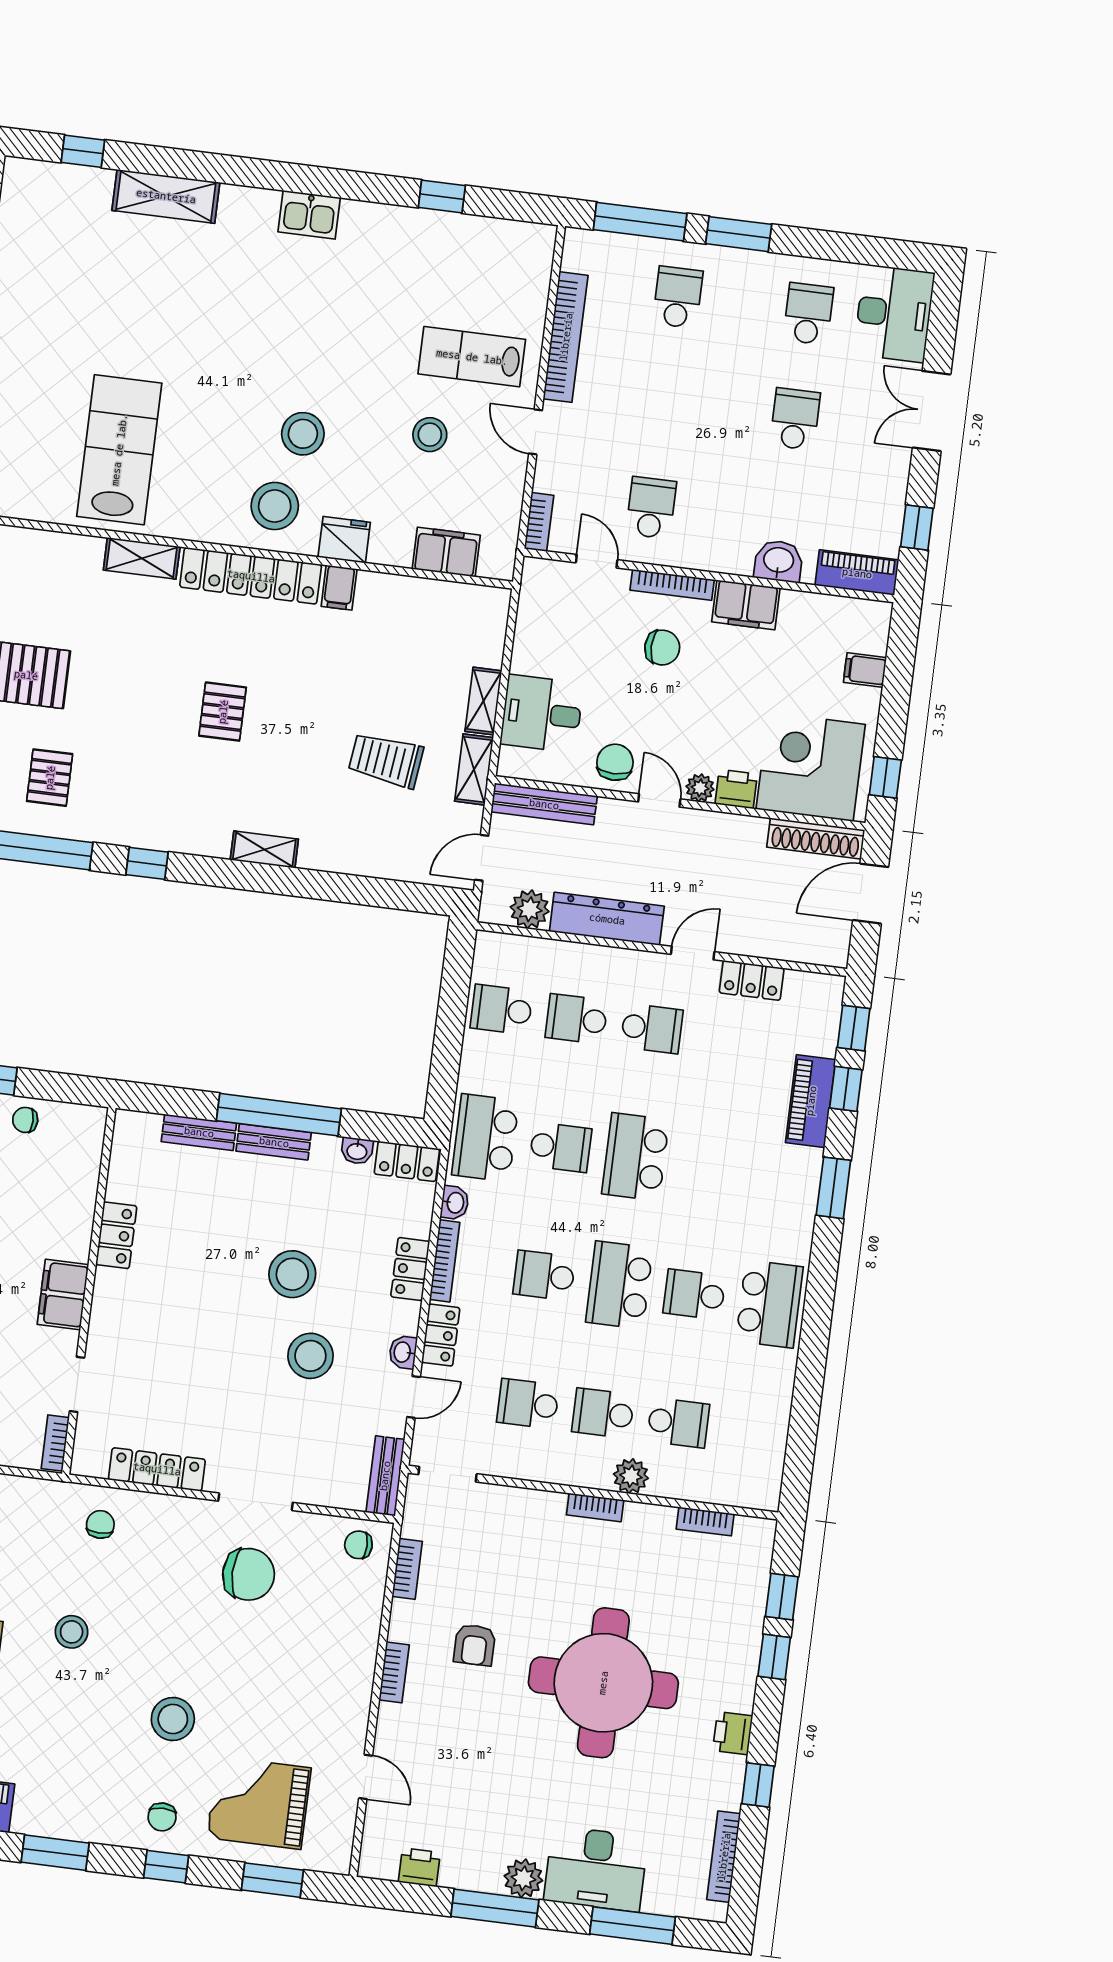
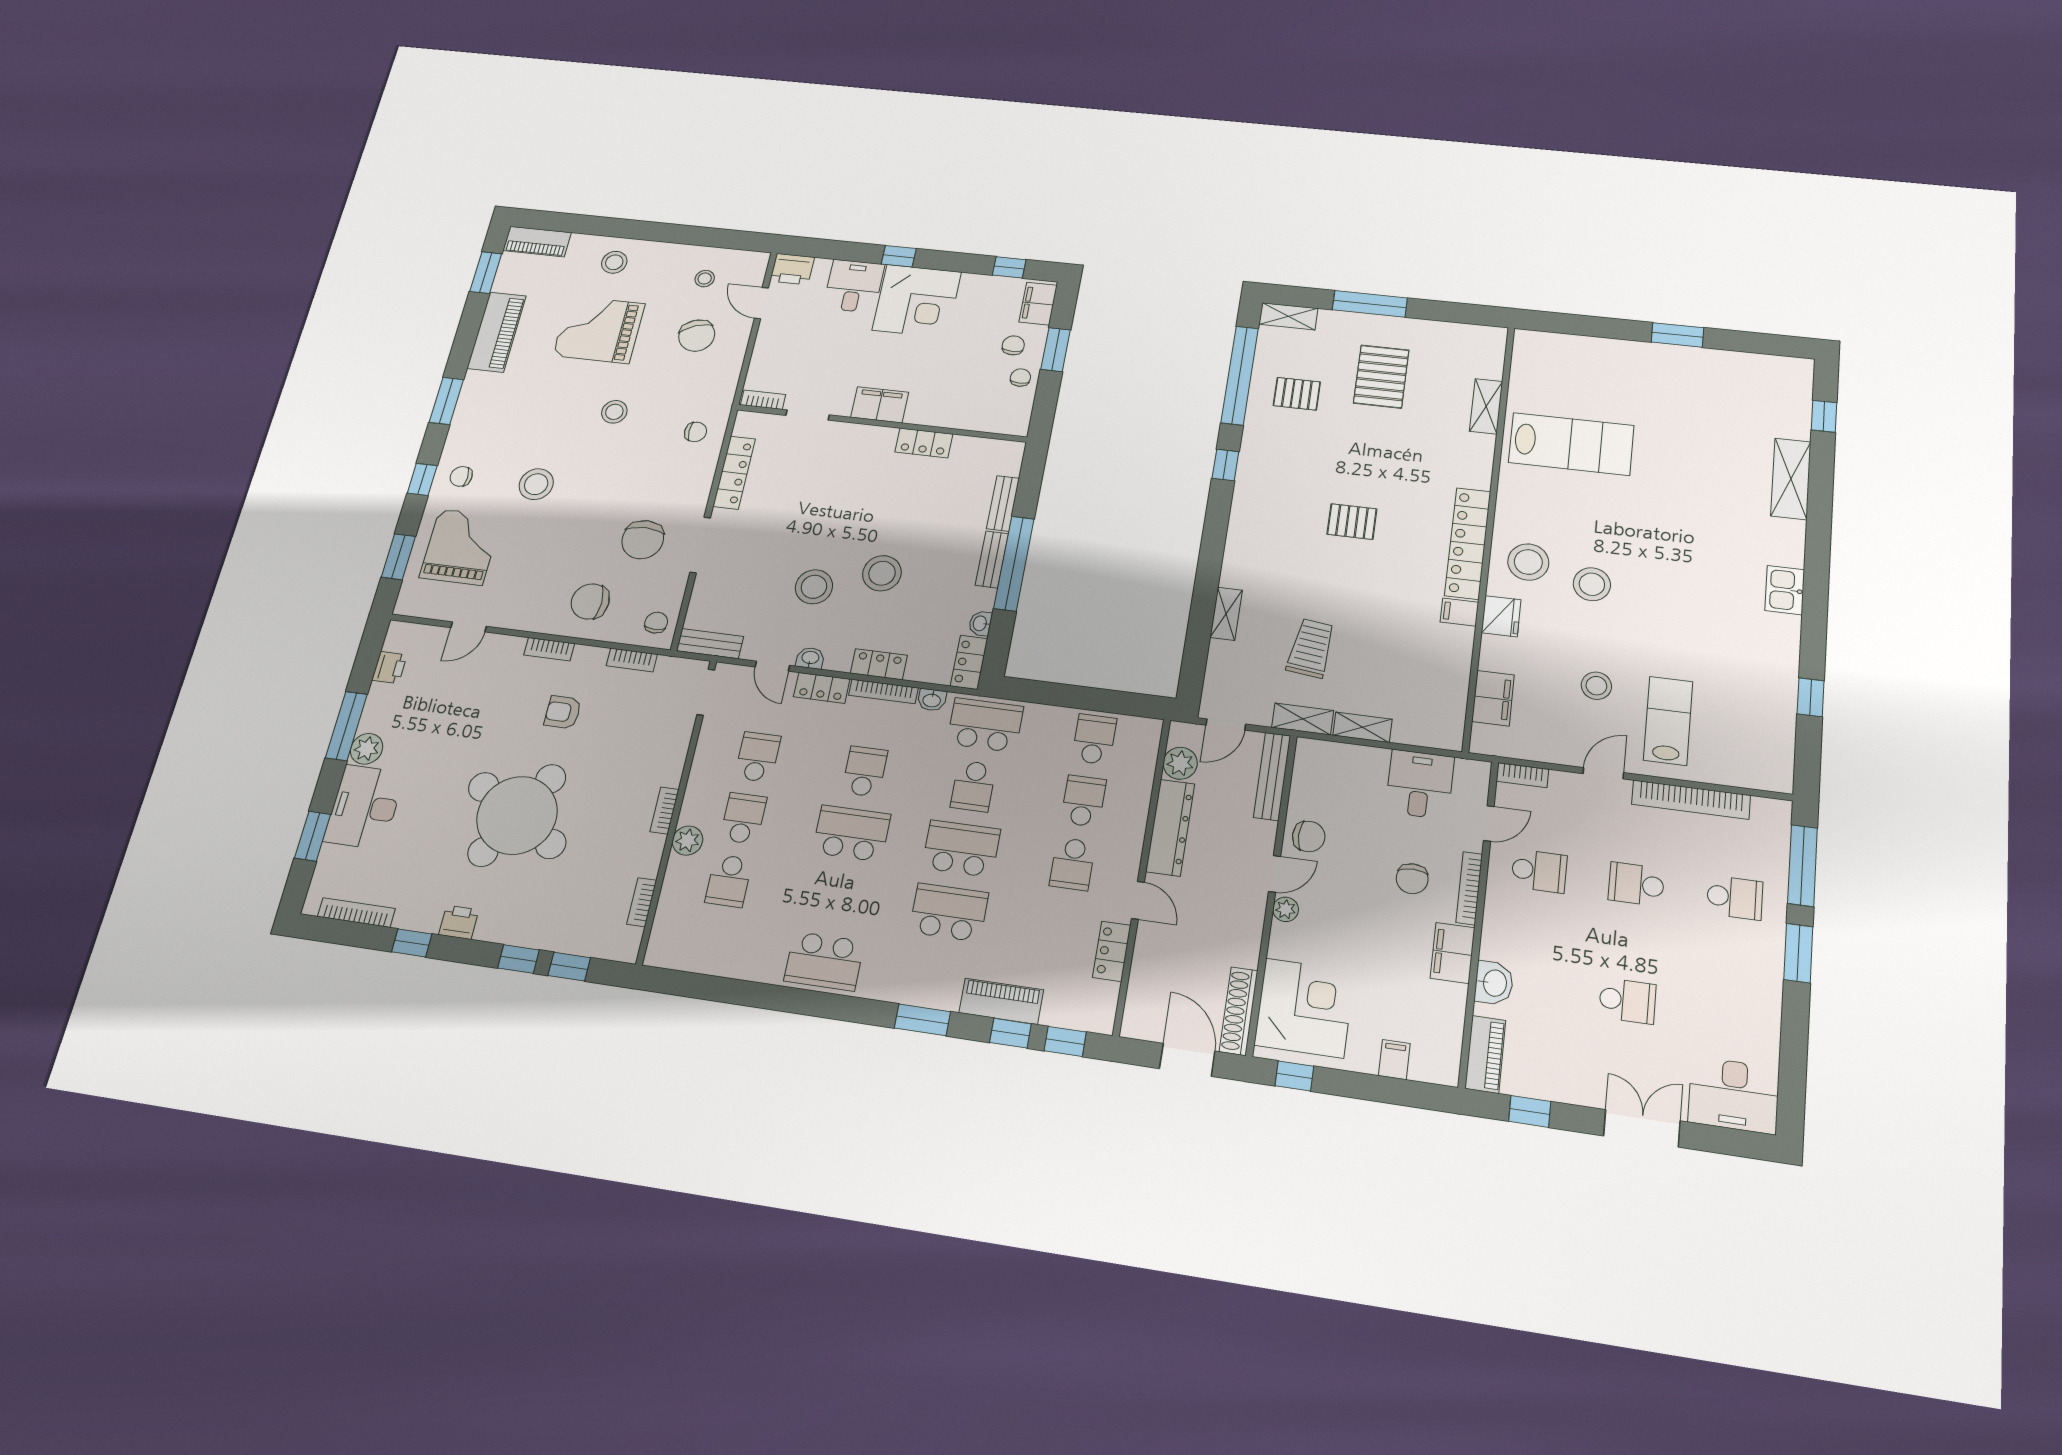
school desk: (808, 314) -> (1636, 884), moved, turned 180
shelving: (142, 558) -> (1486, 406), moved
desk: (542, 714) -> (1420, 784), moved
printer: (736, 789) -> (1284, 941), removed
shelving: (264, 850) -> (1226, 614), moved
door: (482, 858) -> (1226, 725), swing flipped
school desk: (694, 1294) -> (949, 912), moved, width x1.85
chair: (331, 1630) -> (590, 601), added
round table: (603, 1683) -> (517, 815), turned 30
window: (633, 1926) -> (313, 836), width x0.69

